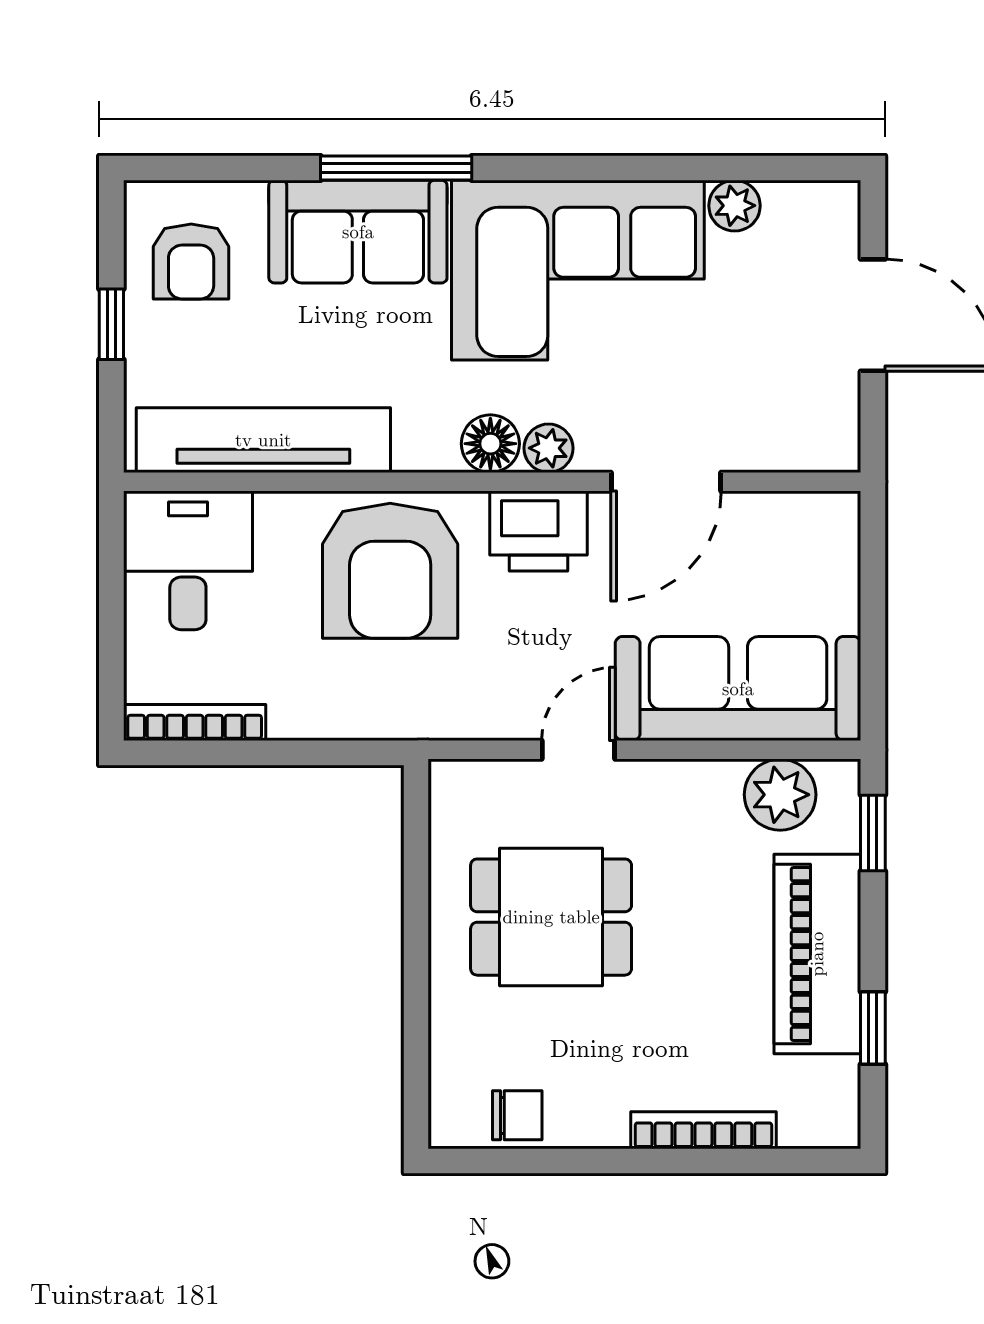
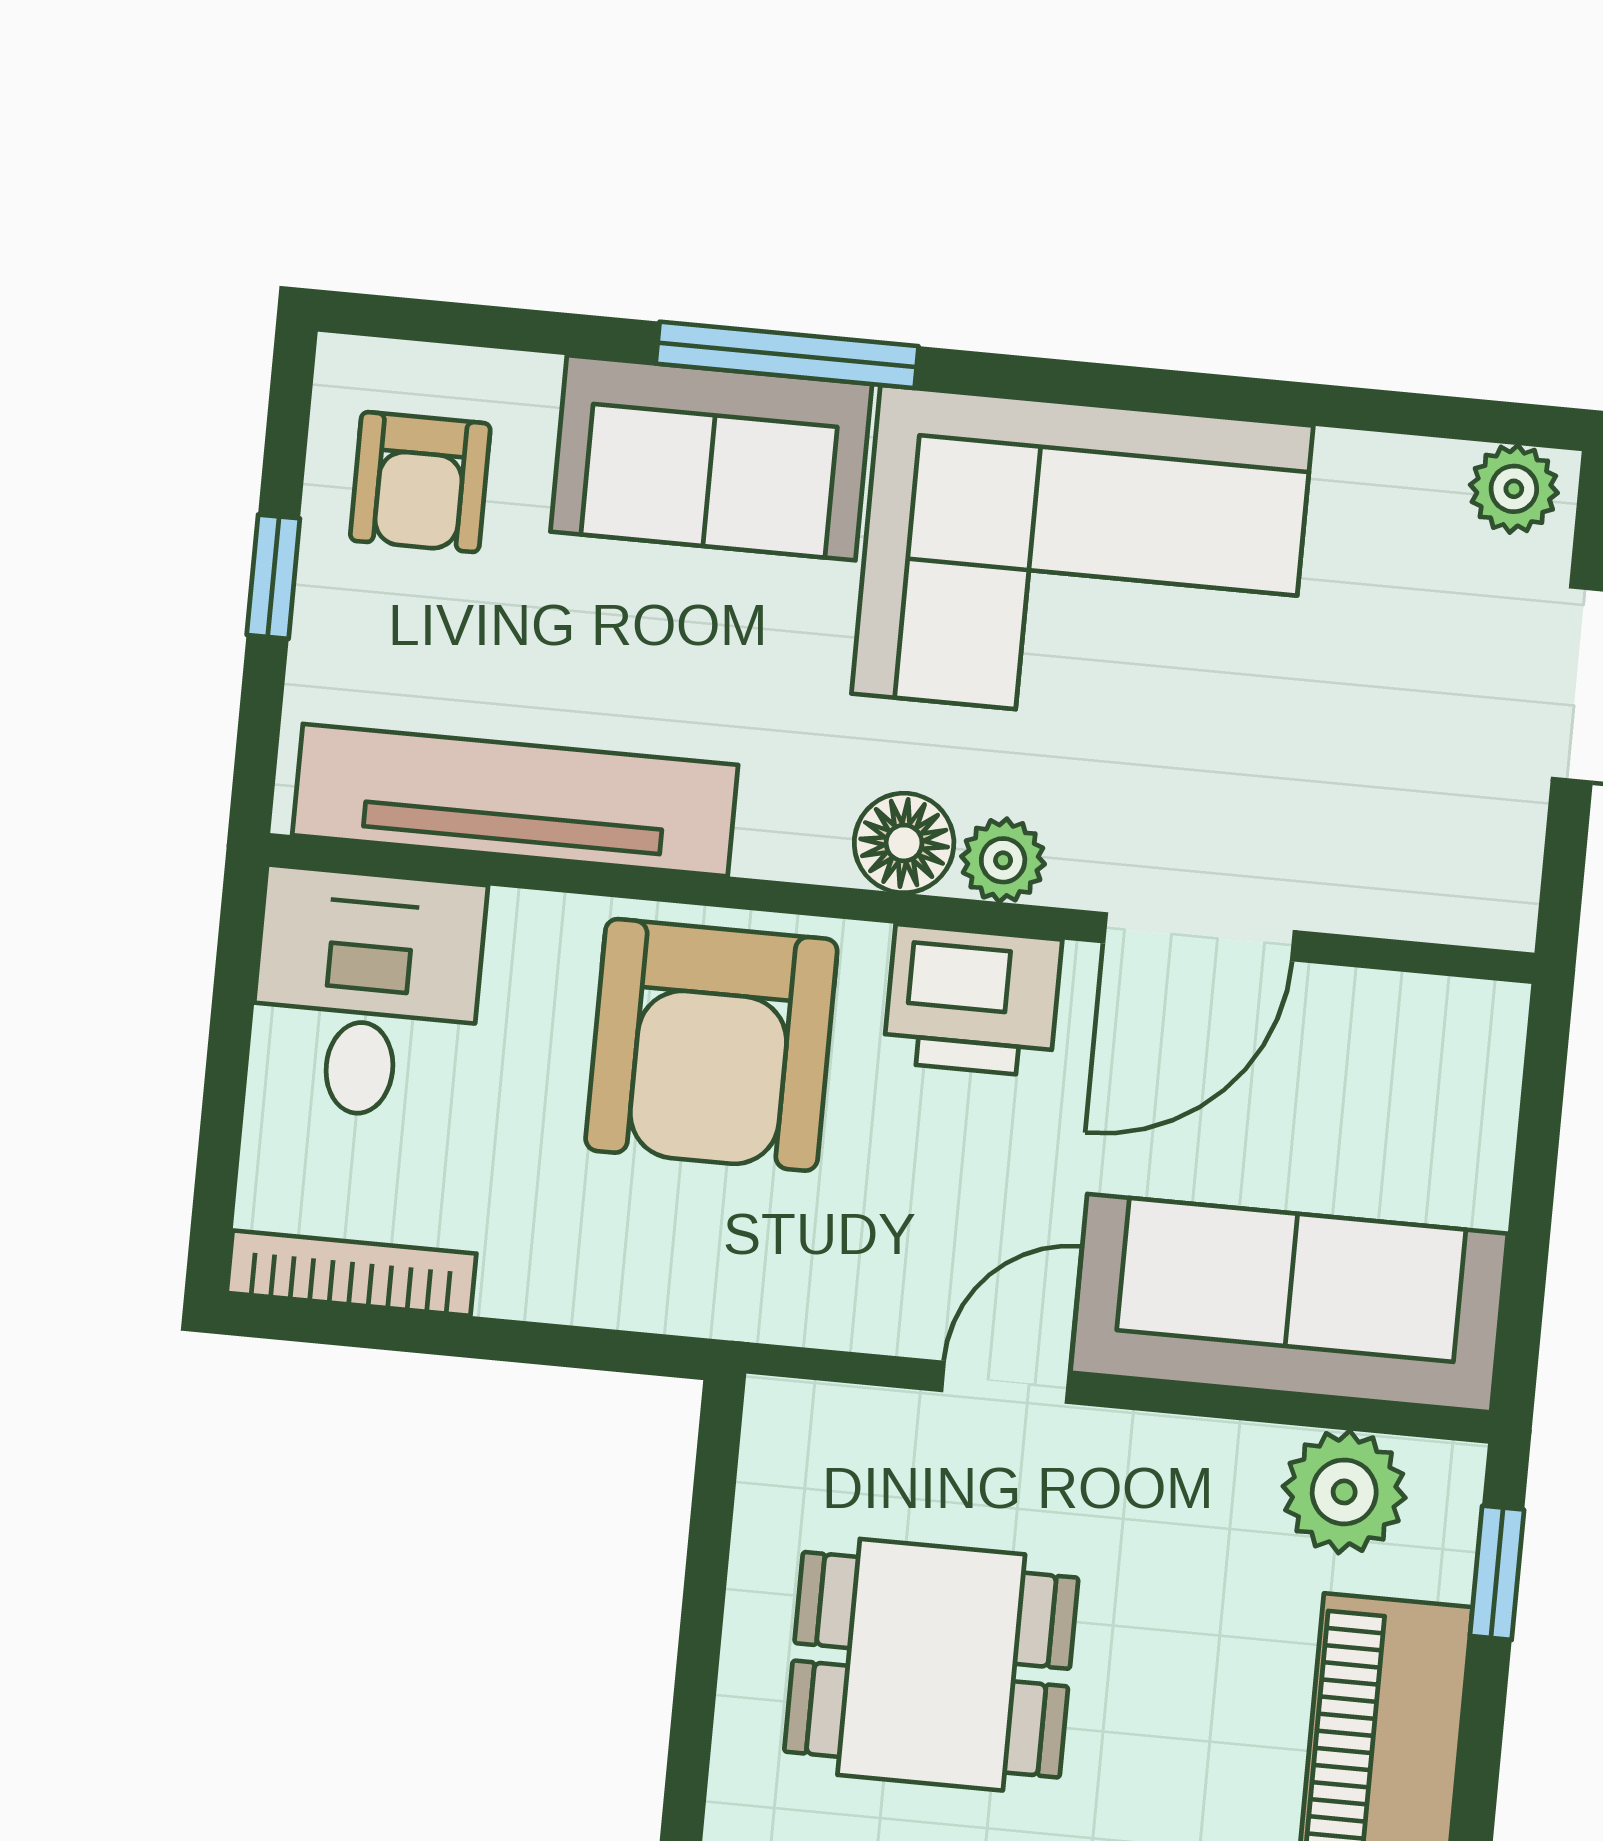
plant: (735, 206) -> (1514, 489), moved

